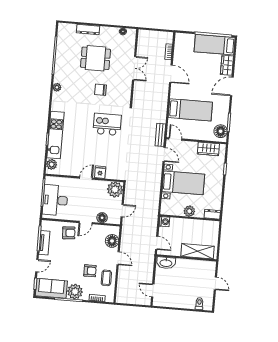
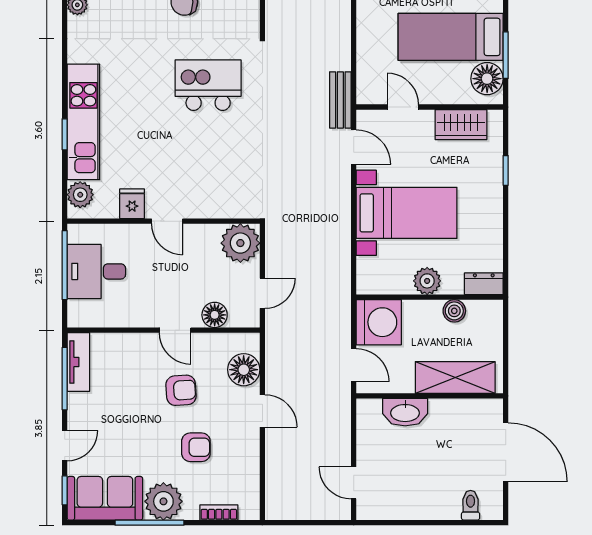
bed: (190, 110) -> (451, 37), moved, turned 180
door: (175, 139) -> (403, 107), moved
fridge: (100, 172) -> (132, 204), moved
door: (86, 178) -> (167, 221), swing flipped
desk: (55, 200) -> (96, 271), width x0.73
washing machine: (164, 222) -> (379, 322), width x1.89, depth x1.89
door: (86, 223) -> (175, 330), hinge flipped
boiler: (199, 224) -> (454, 311), added
armchair: (69, 233) -> (181, 390), moved
tv unit: (44, 243) -> (78, 362), moved
washbasin: (166, 263) -> (405, 412), moved
coffee table: (106, 278) -> (237, 461), removed
door: (215, 283) -> (506, 452), width x1.87

